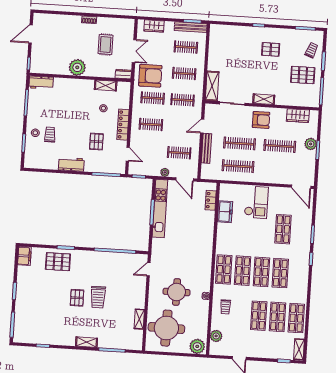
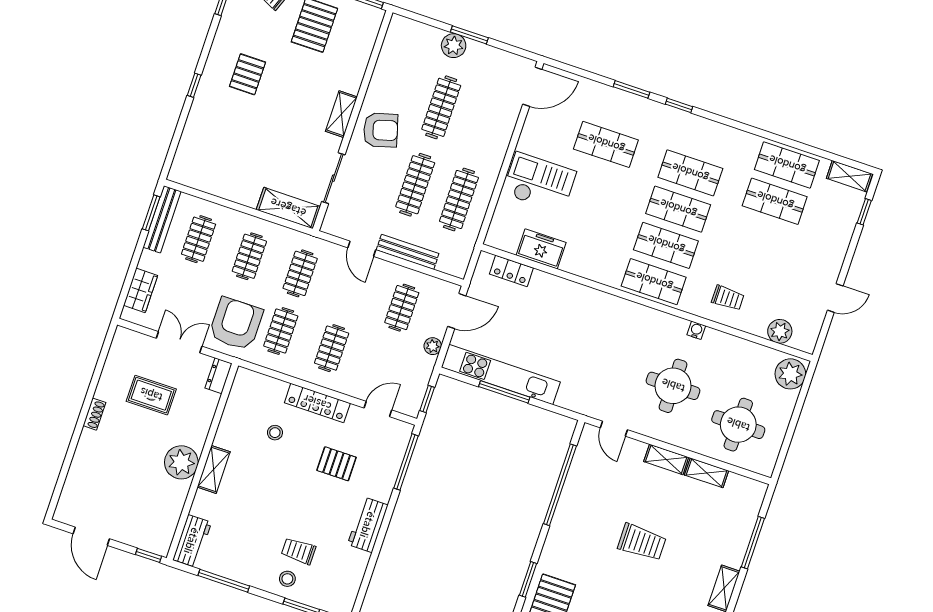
shelving: (106, 85) -> (214, 469), moved
wardrobe: (298, 116) -> (391, 56), removed
armchair: (261, 120) -> (381, 130), turned 74
pallet: (77, 298) -> (632, 584), removed
shelving: (141, 298) -> (666, 459), added
shop shelf: (259, 316) -> (762, 237), removed
round table: (166, 328) -> (738, 425), width x0.73, depth x0.73

